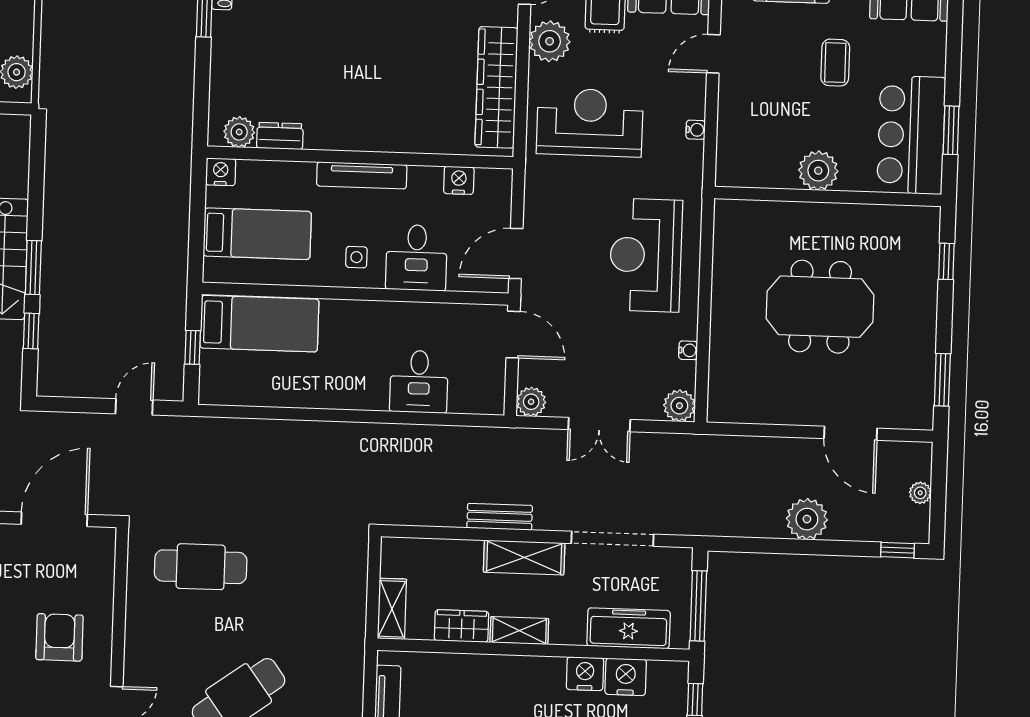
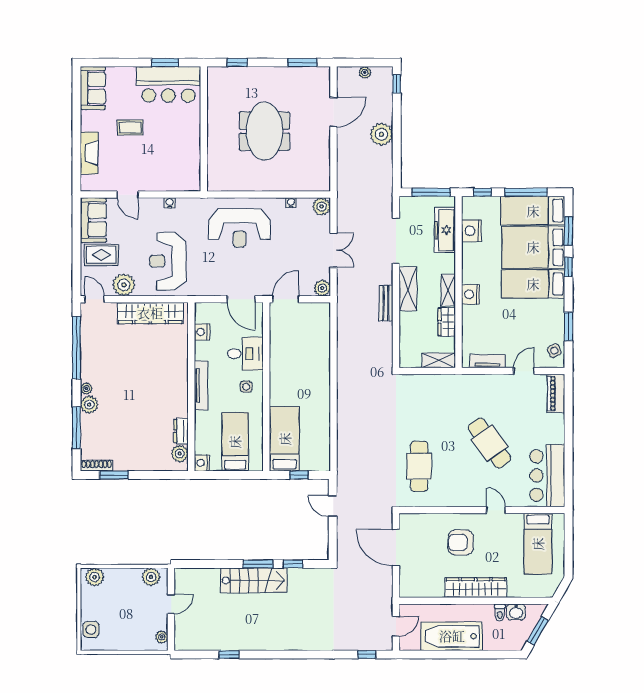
plant: (818, 171) -> (190, 135), removed
desk: (419, 382) -> (313, 350), removed
nightstand: (585, 674) -> (471, 294), moved

